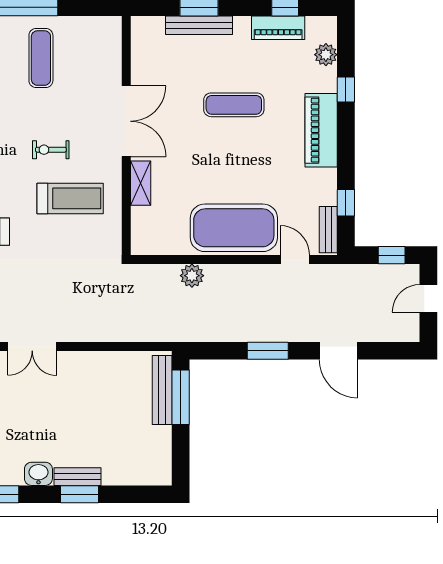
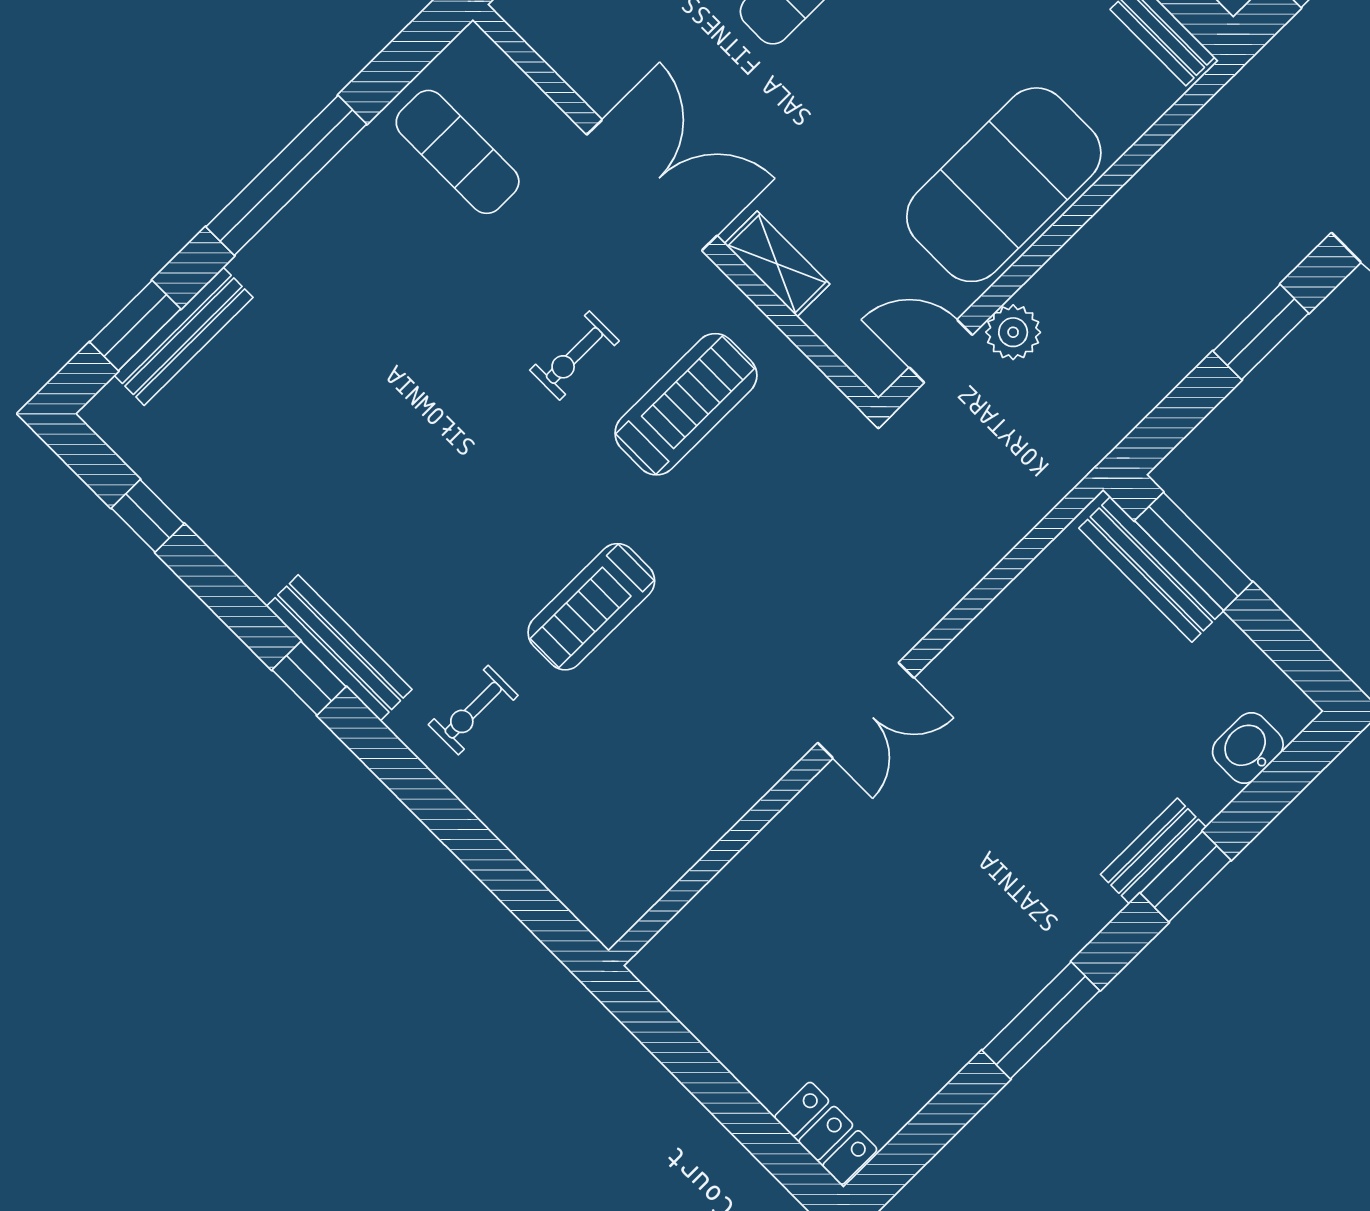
exercise mat: (41, 58) -> (458, 152), moved
door: (295, 259) -> (941, 351), moved
washbasin: (38, 474) -> (1248, 748), moved

